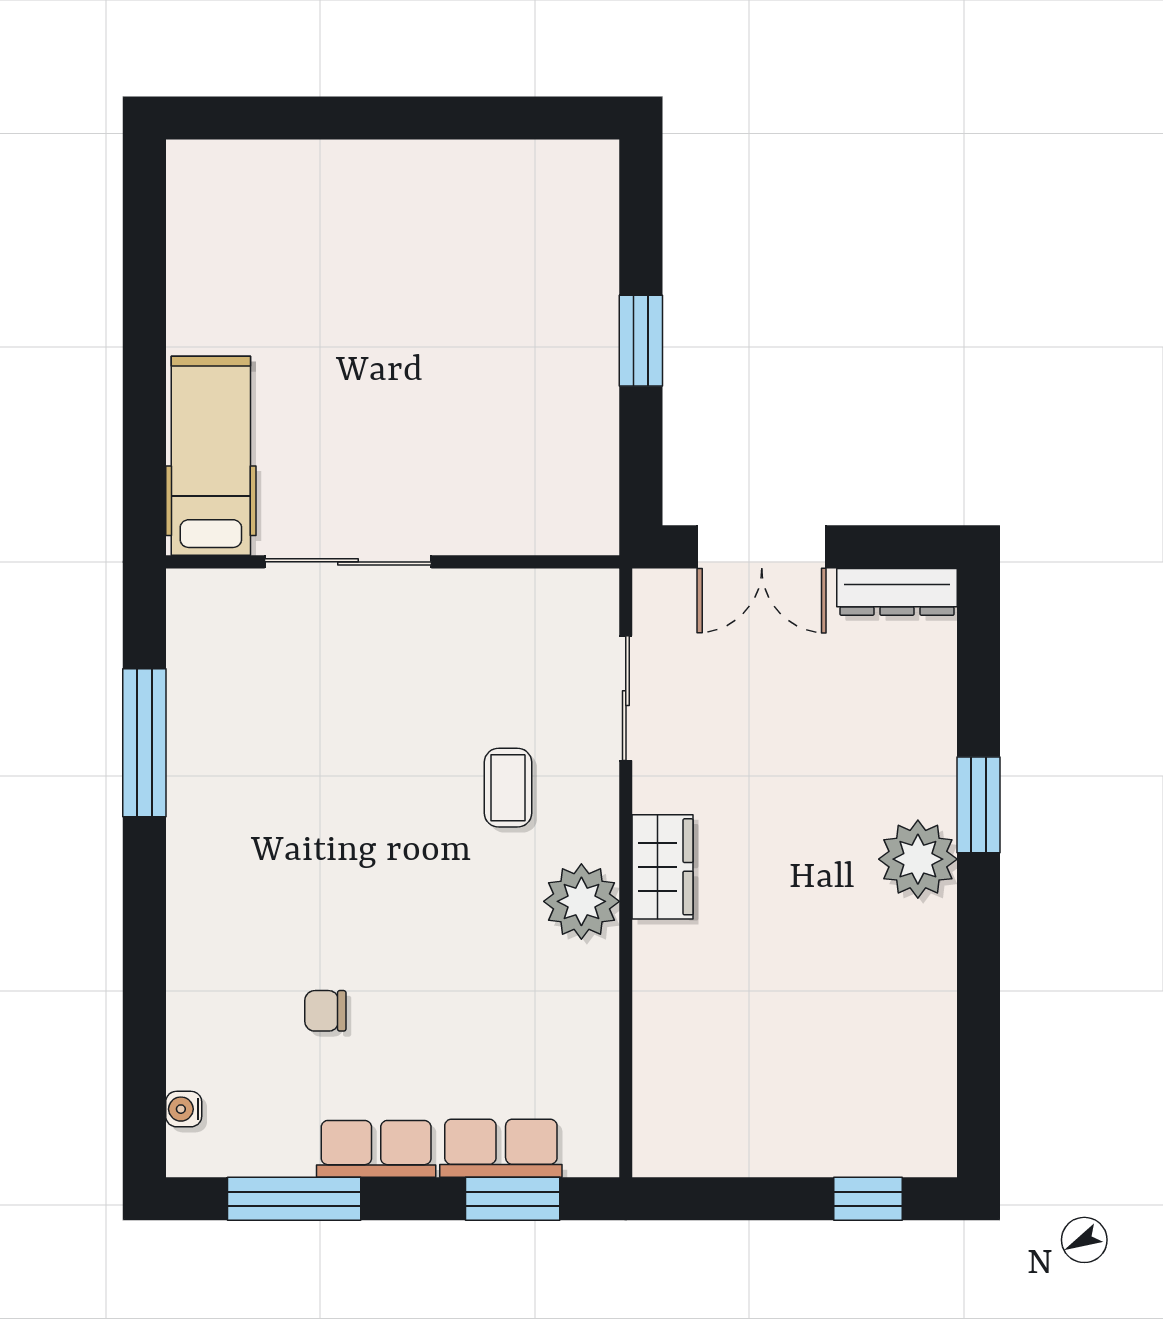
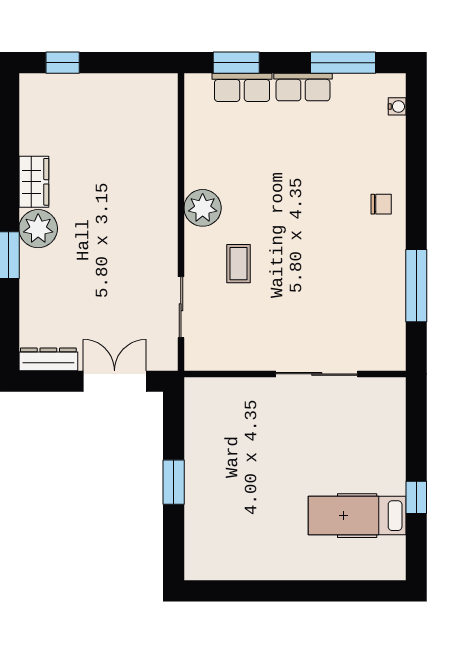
window: (144, 309) -> (416, 497), added
hospital bed: (211, 456) -> (357, 516), moved, turned 90
wardrobe: (663, 867) -> (34, 182), moved, turned 180
chair: (325, 1011) -> (381, 204), moved

